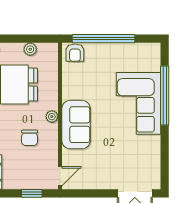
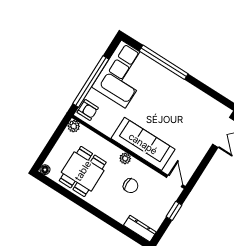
plant: (30, 49) -> (74, 126), moved
corner sofa: (139, 103) -> (123, 74), moved, turned -90
sofa: (76, 125) -> (143, 144), width x1.36

